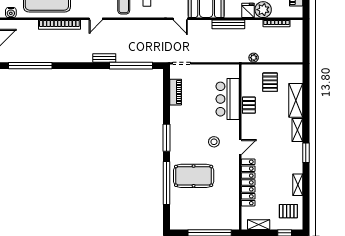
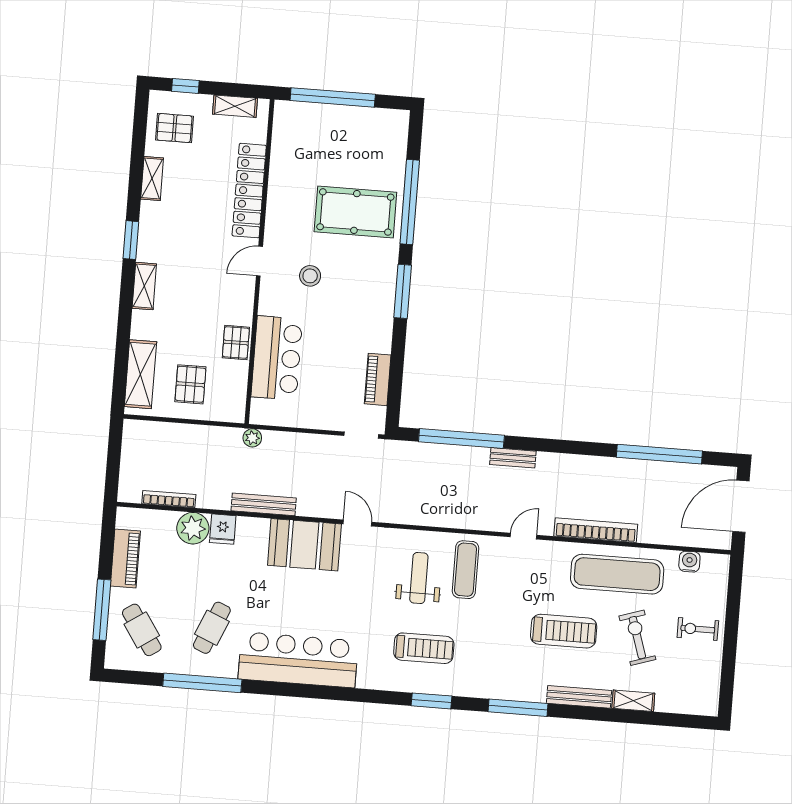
plant: (254, 58) -> (252, 438), moved
shelving: (296, 100) -> (140, 374), moved

